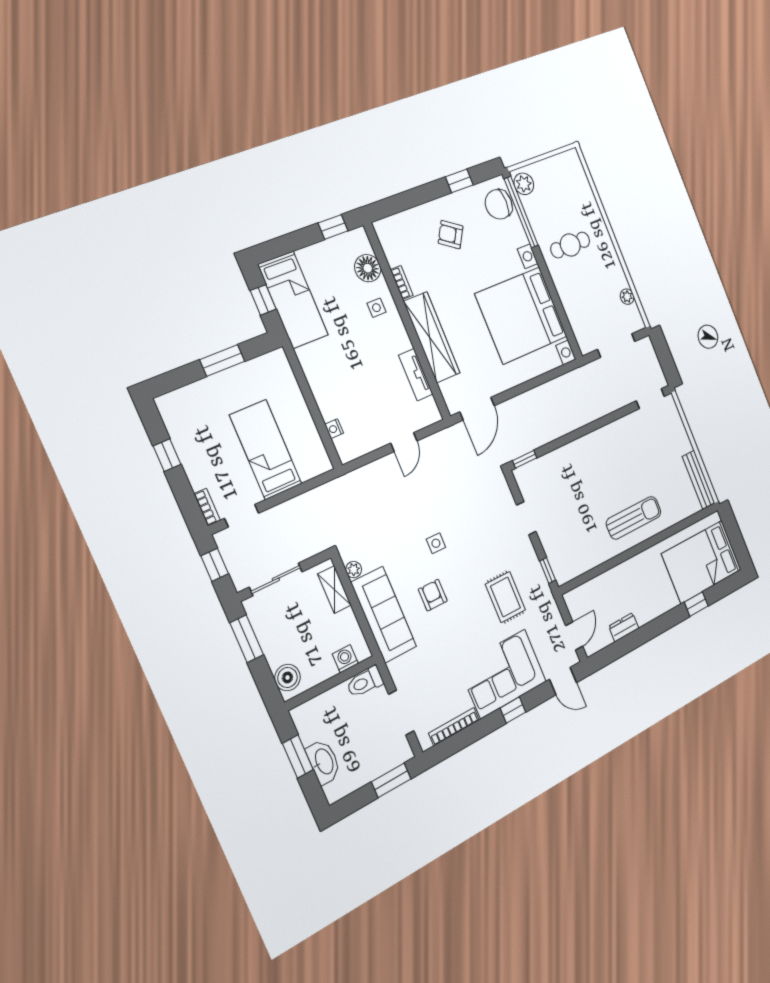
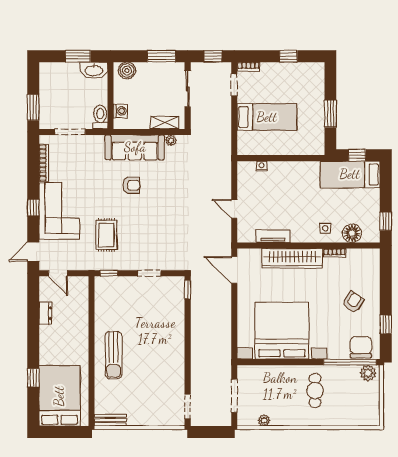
bench: (699, 480) -> (110, 420), width x0.73
side table: (436, 543) -> (162, 202), removed
rug: (505, 597) -> (106, 235), turned 90
washbasin: (324, 762) -> (94, 70), moved

